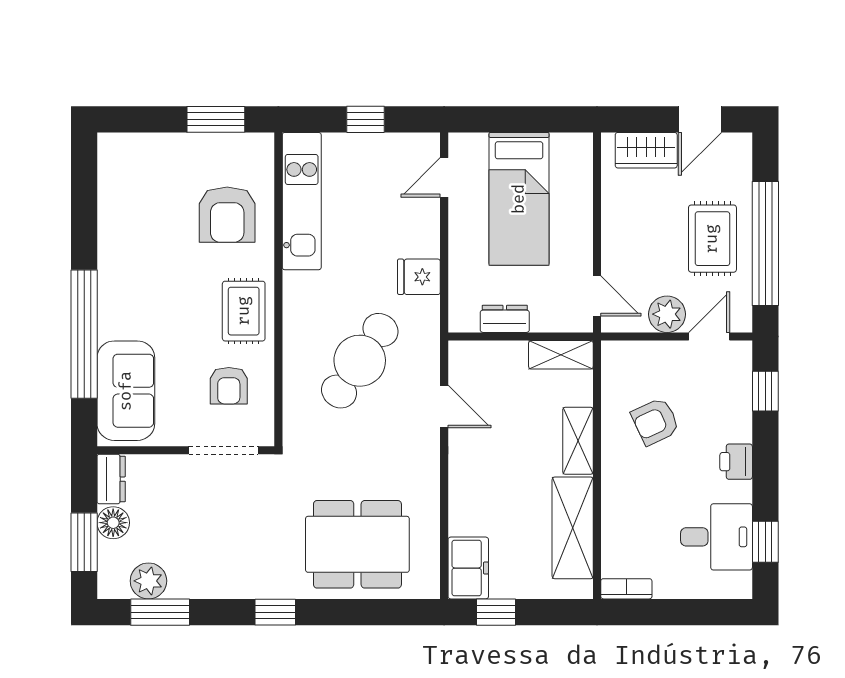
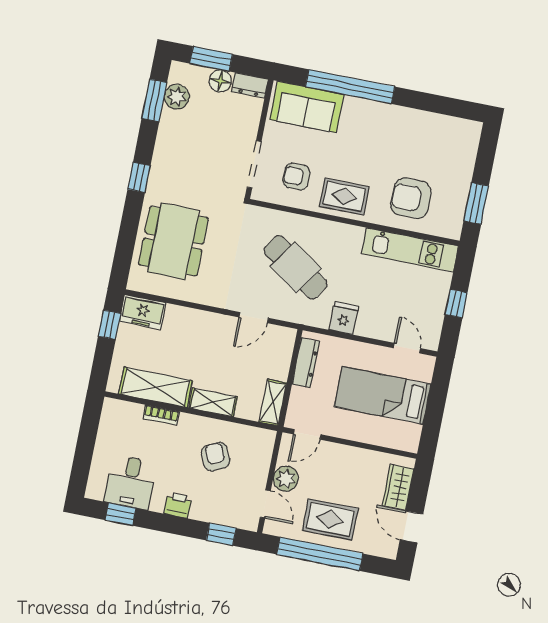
dresser: (505, 319) -> (306, 363), width x1.44
bookcase: (626, 589) -> (161, 415), moved, turned 90

